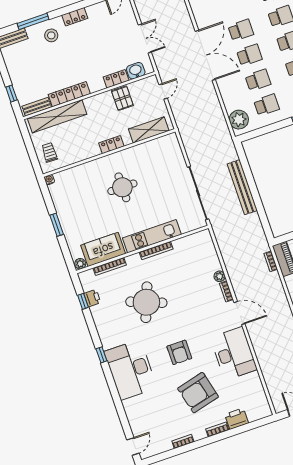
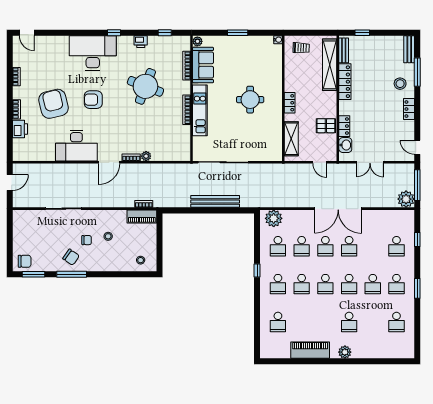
printer: (92, 298) -> (141, 42), moved

